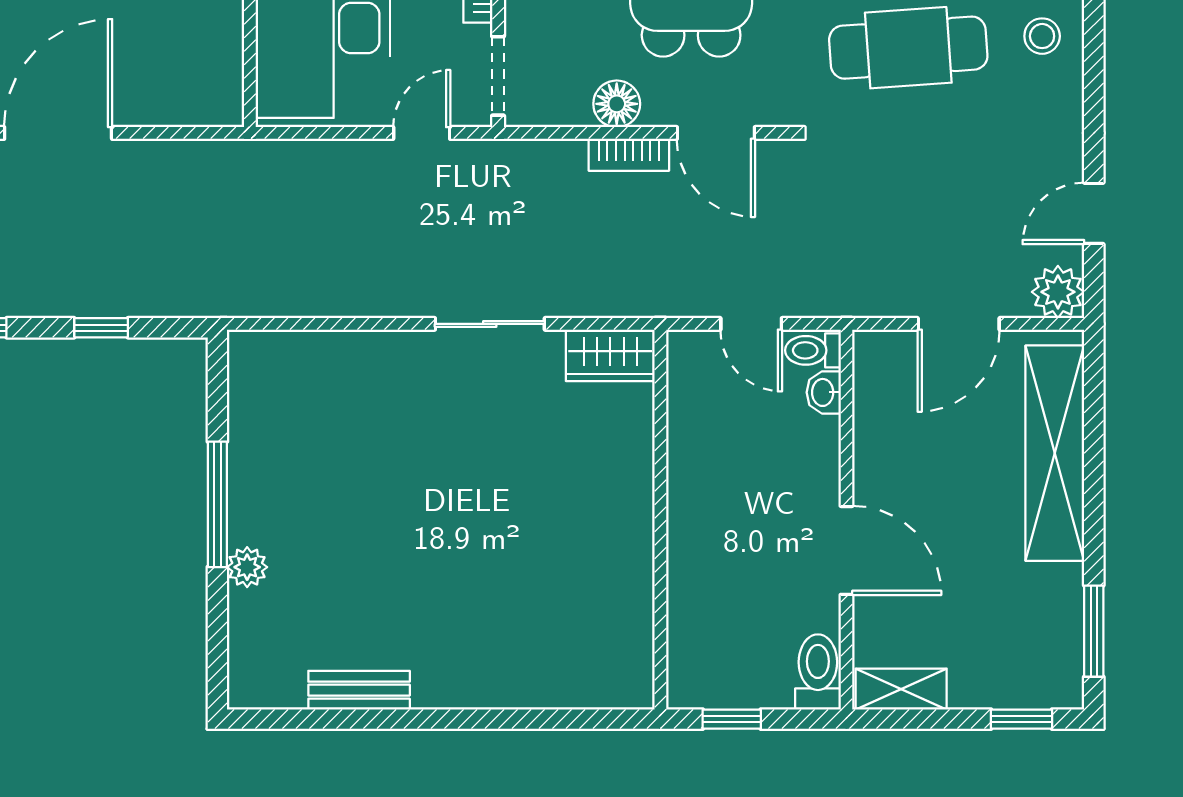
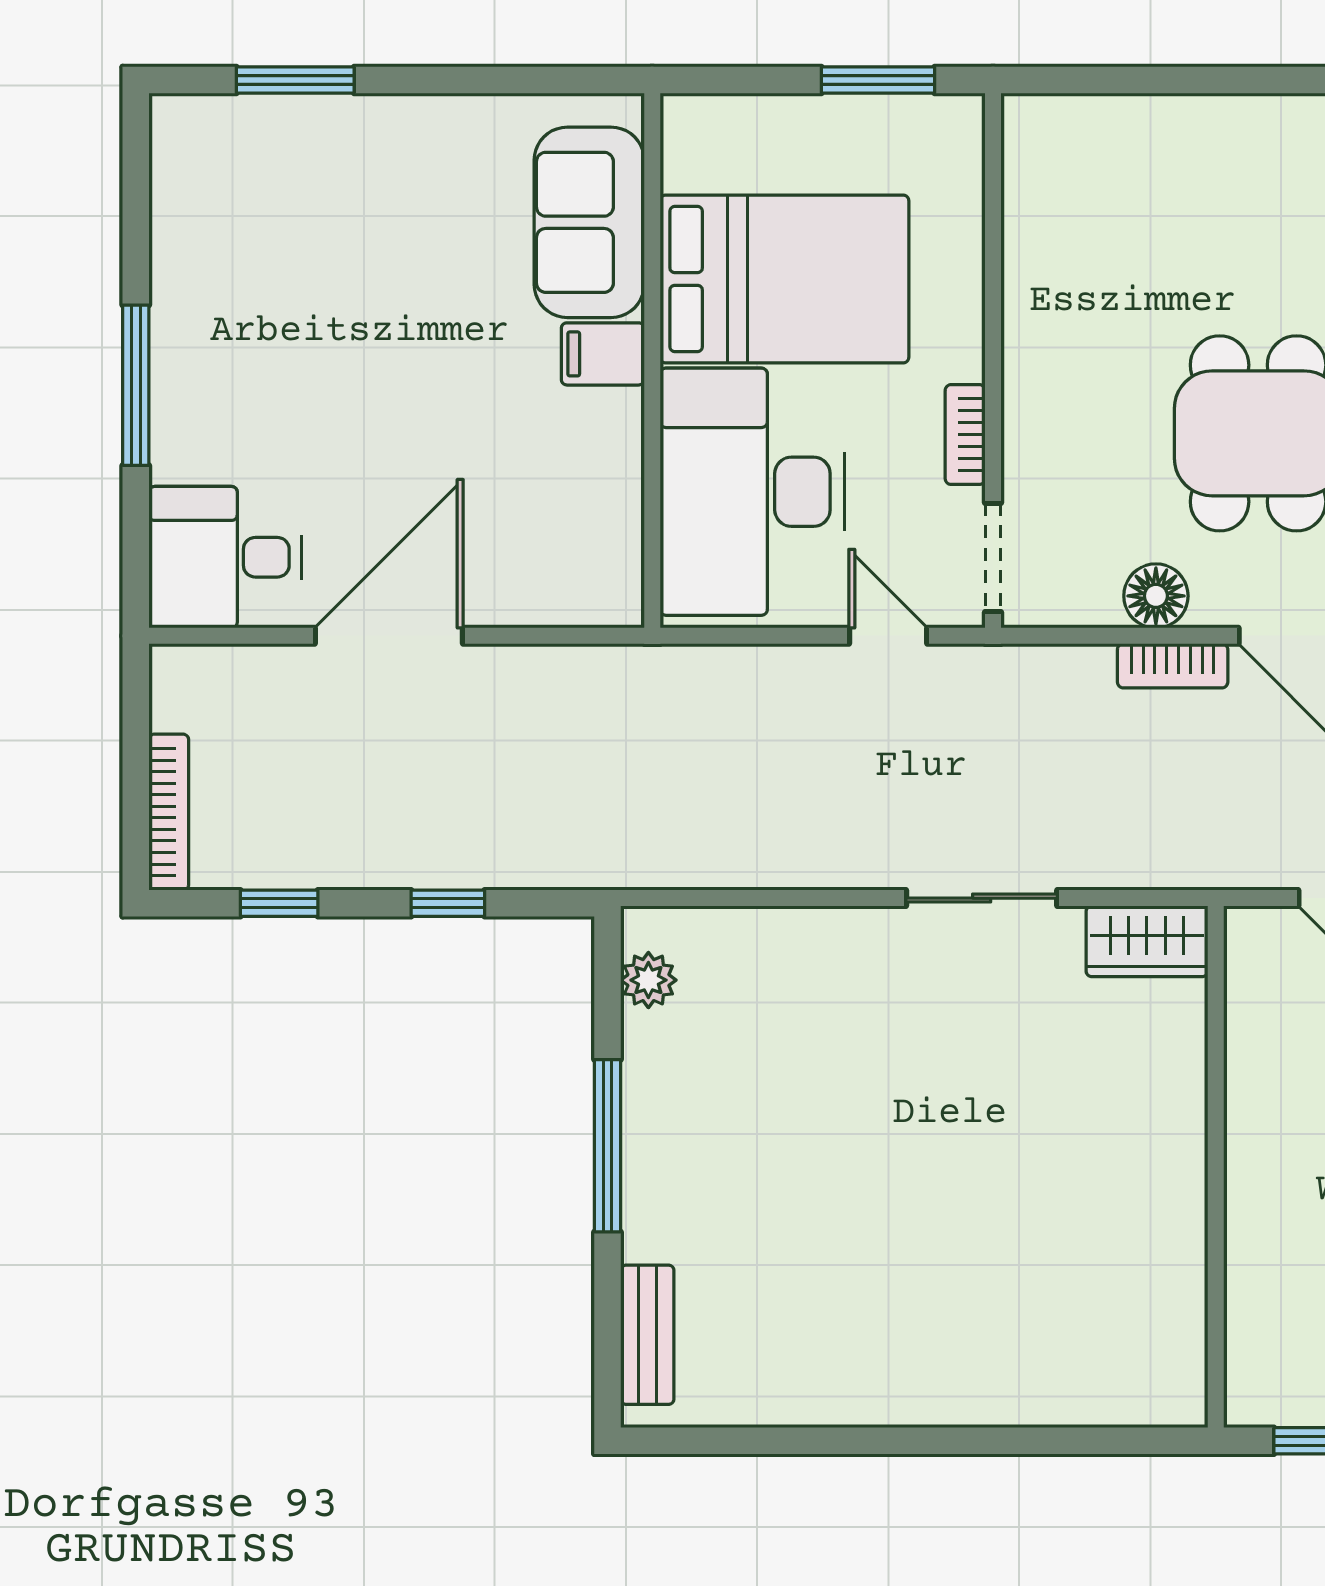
door: (422, 133) -> (888, 636), hinge flipped
plant: (247, 567) -> (648, 980), moved
bench: (359, 690) -> (647, 1335), moved, turned 90

